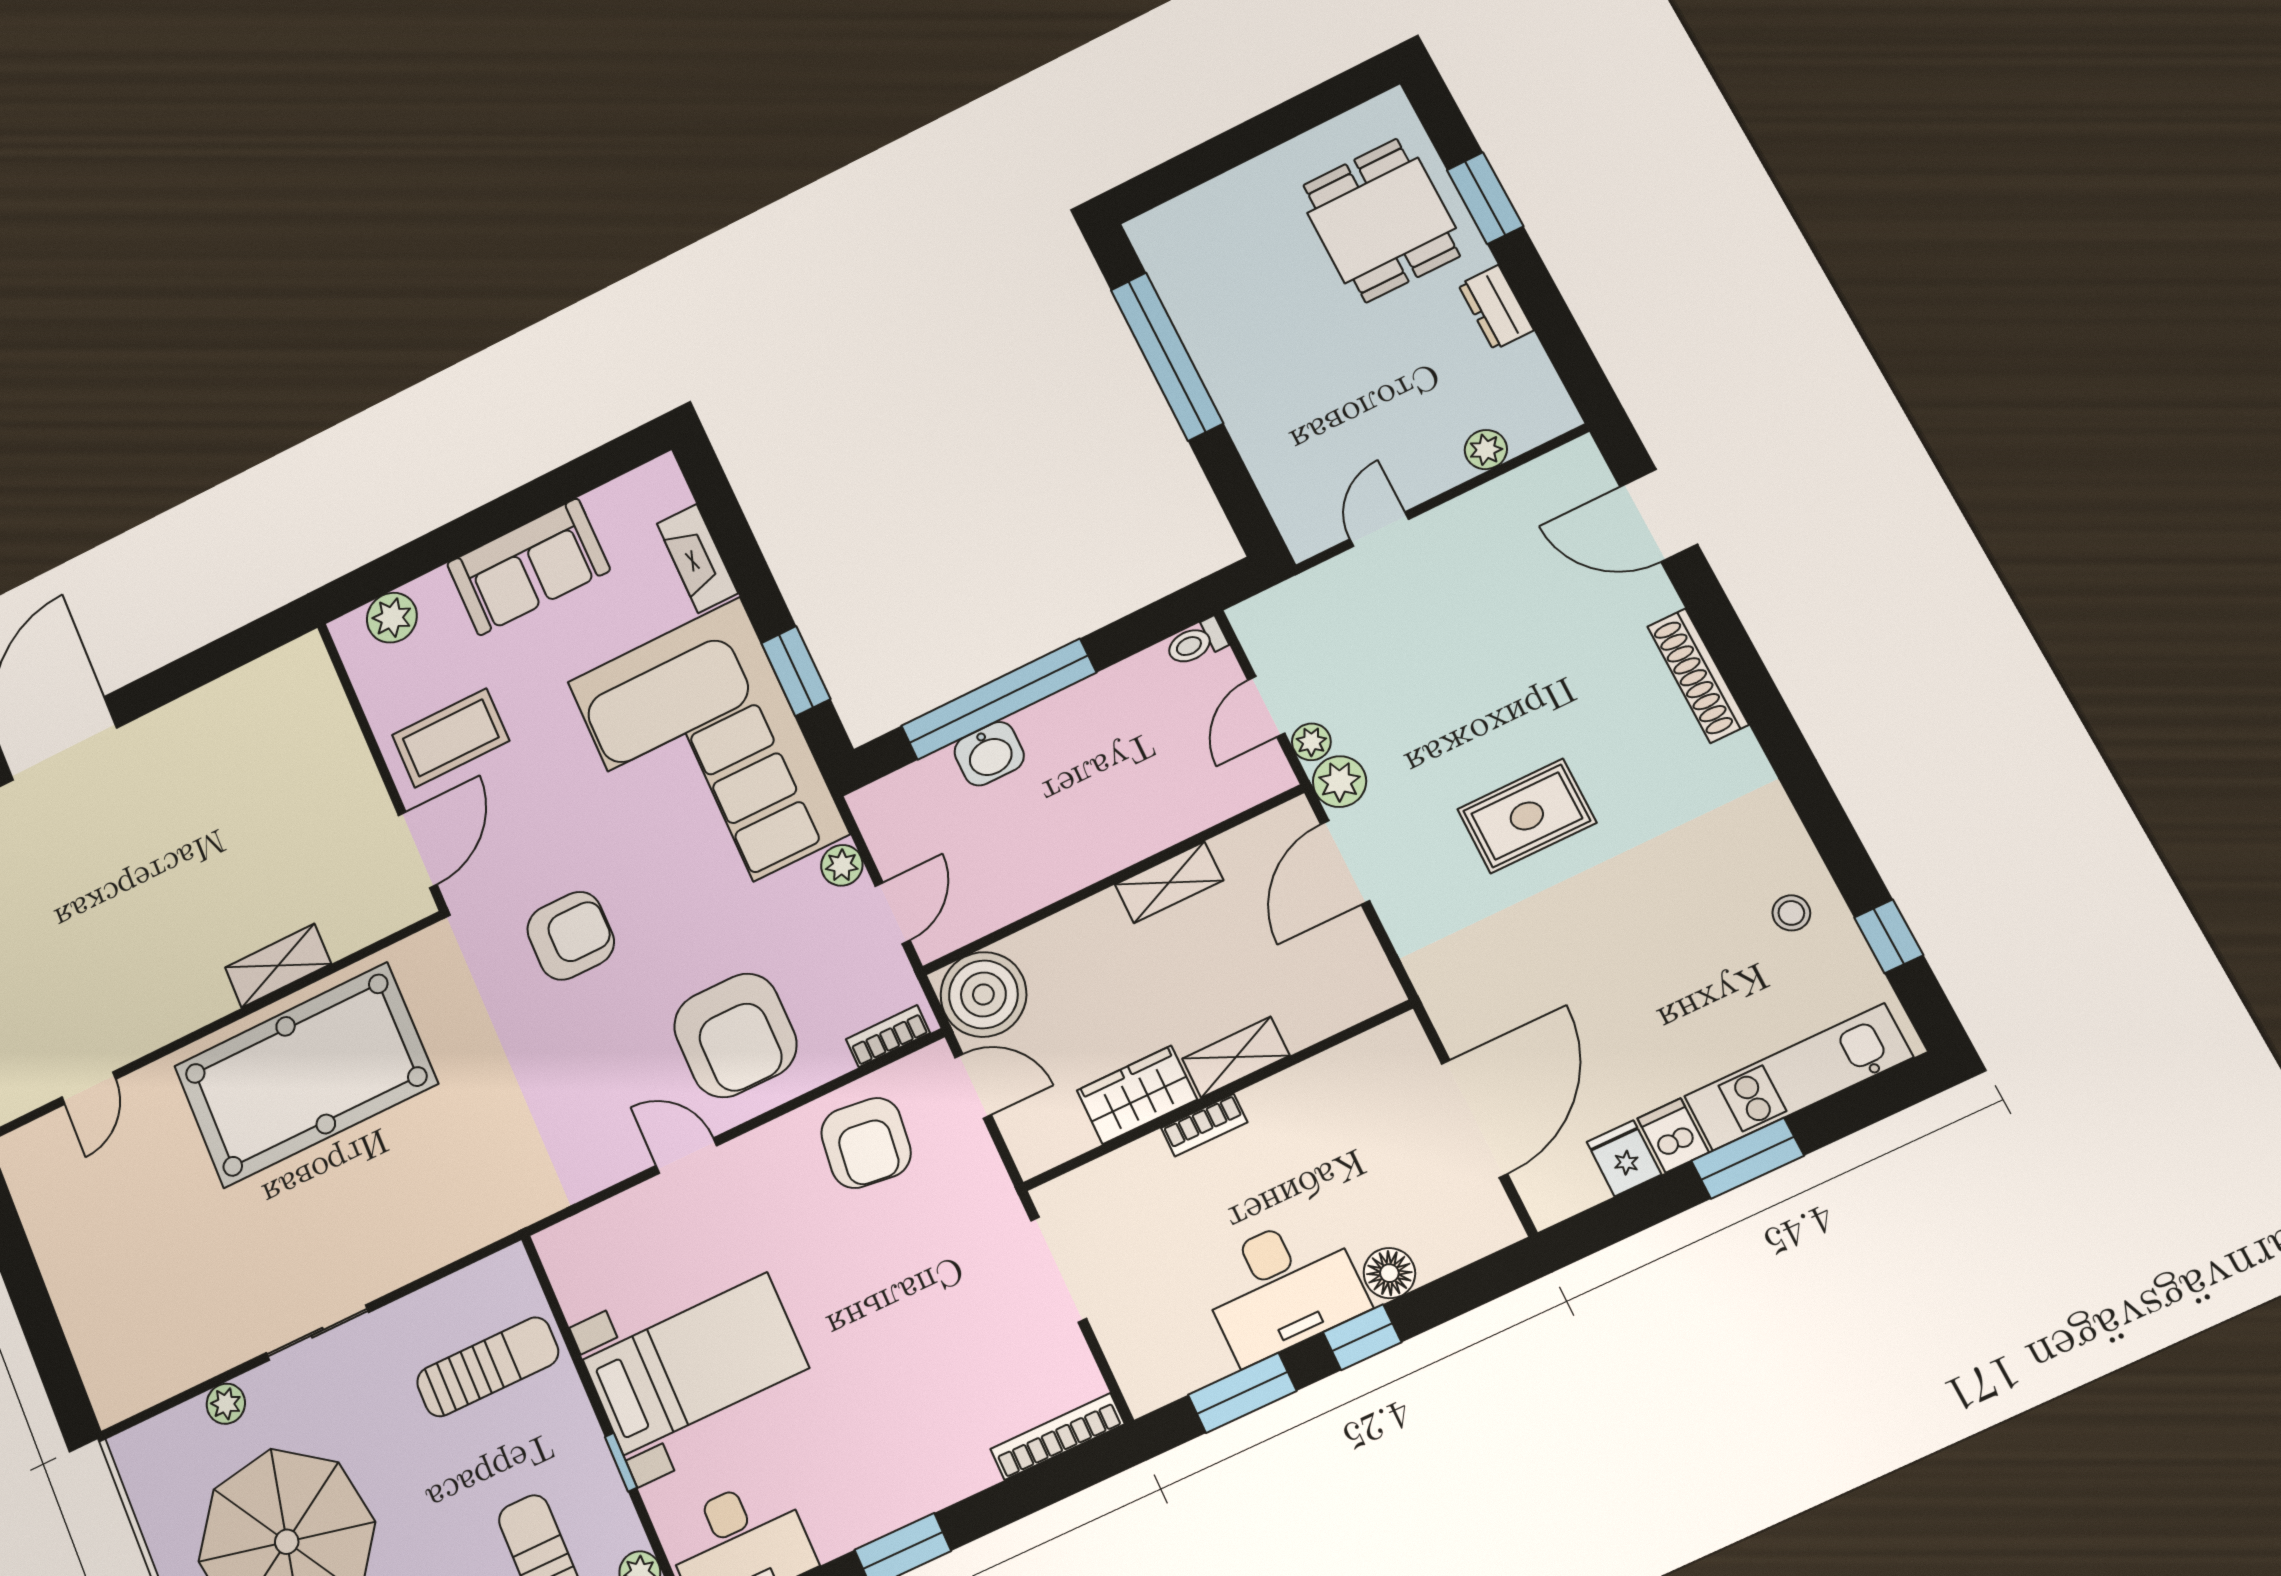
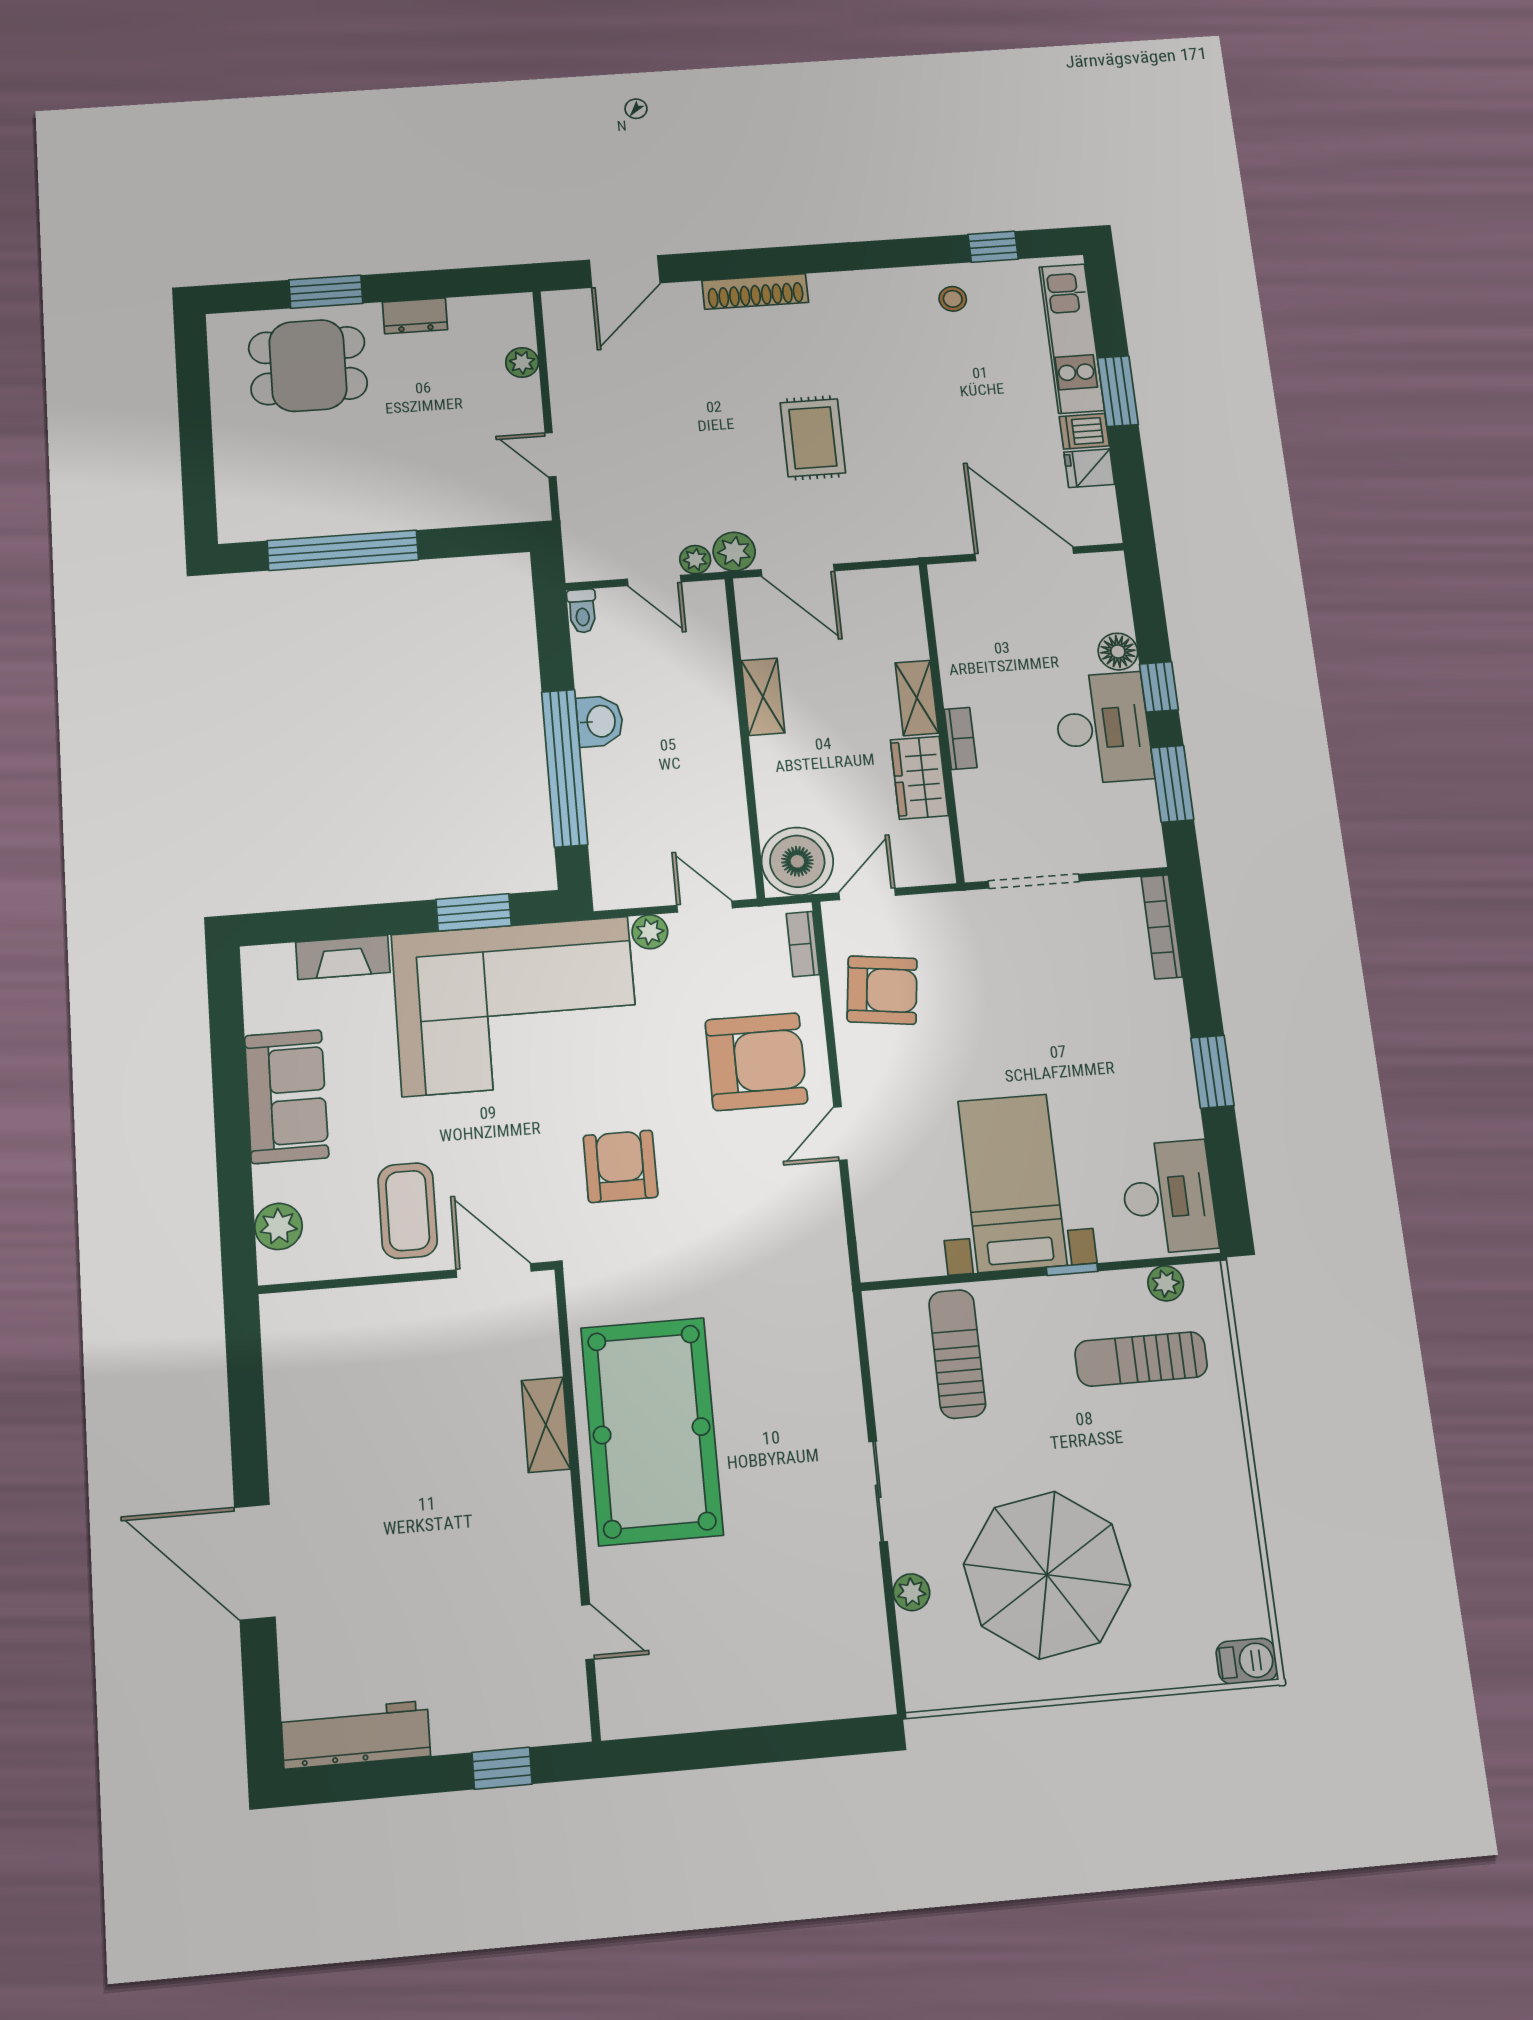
washbasin: (989, 754) -> (600, 721), moved

